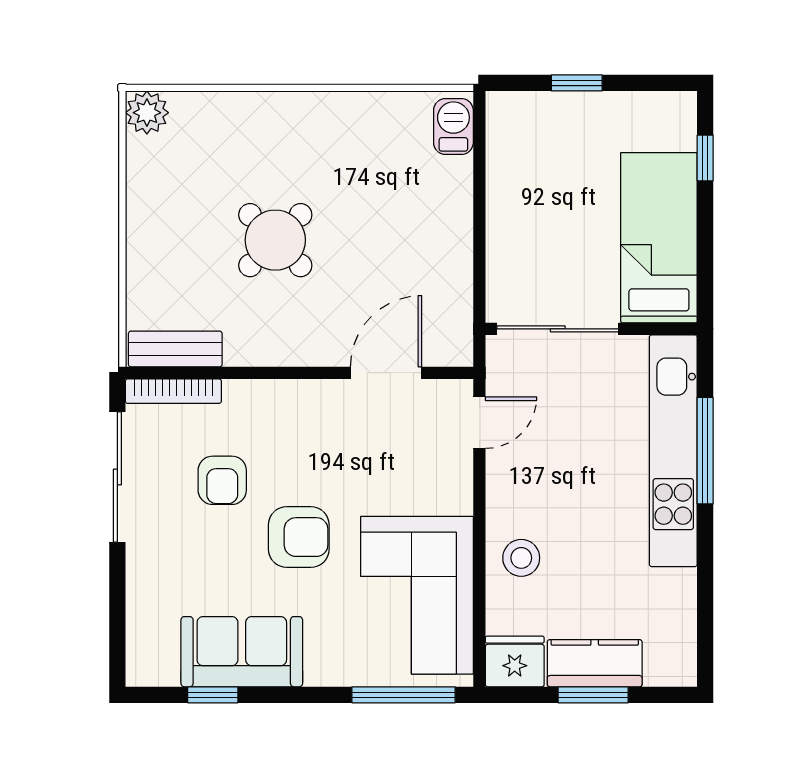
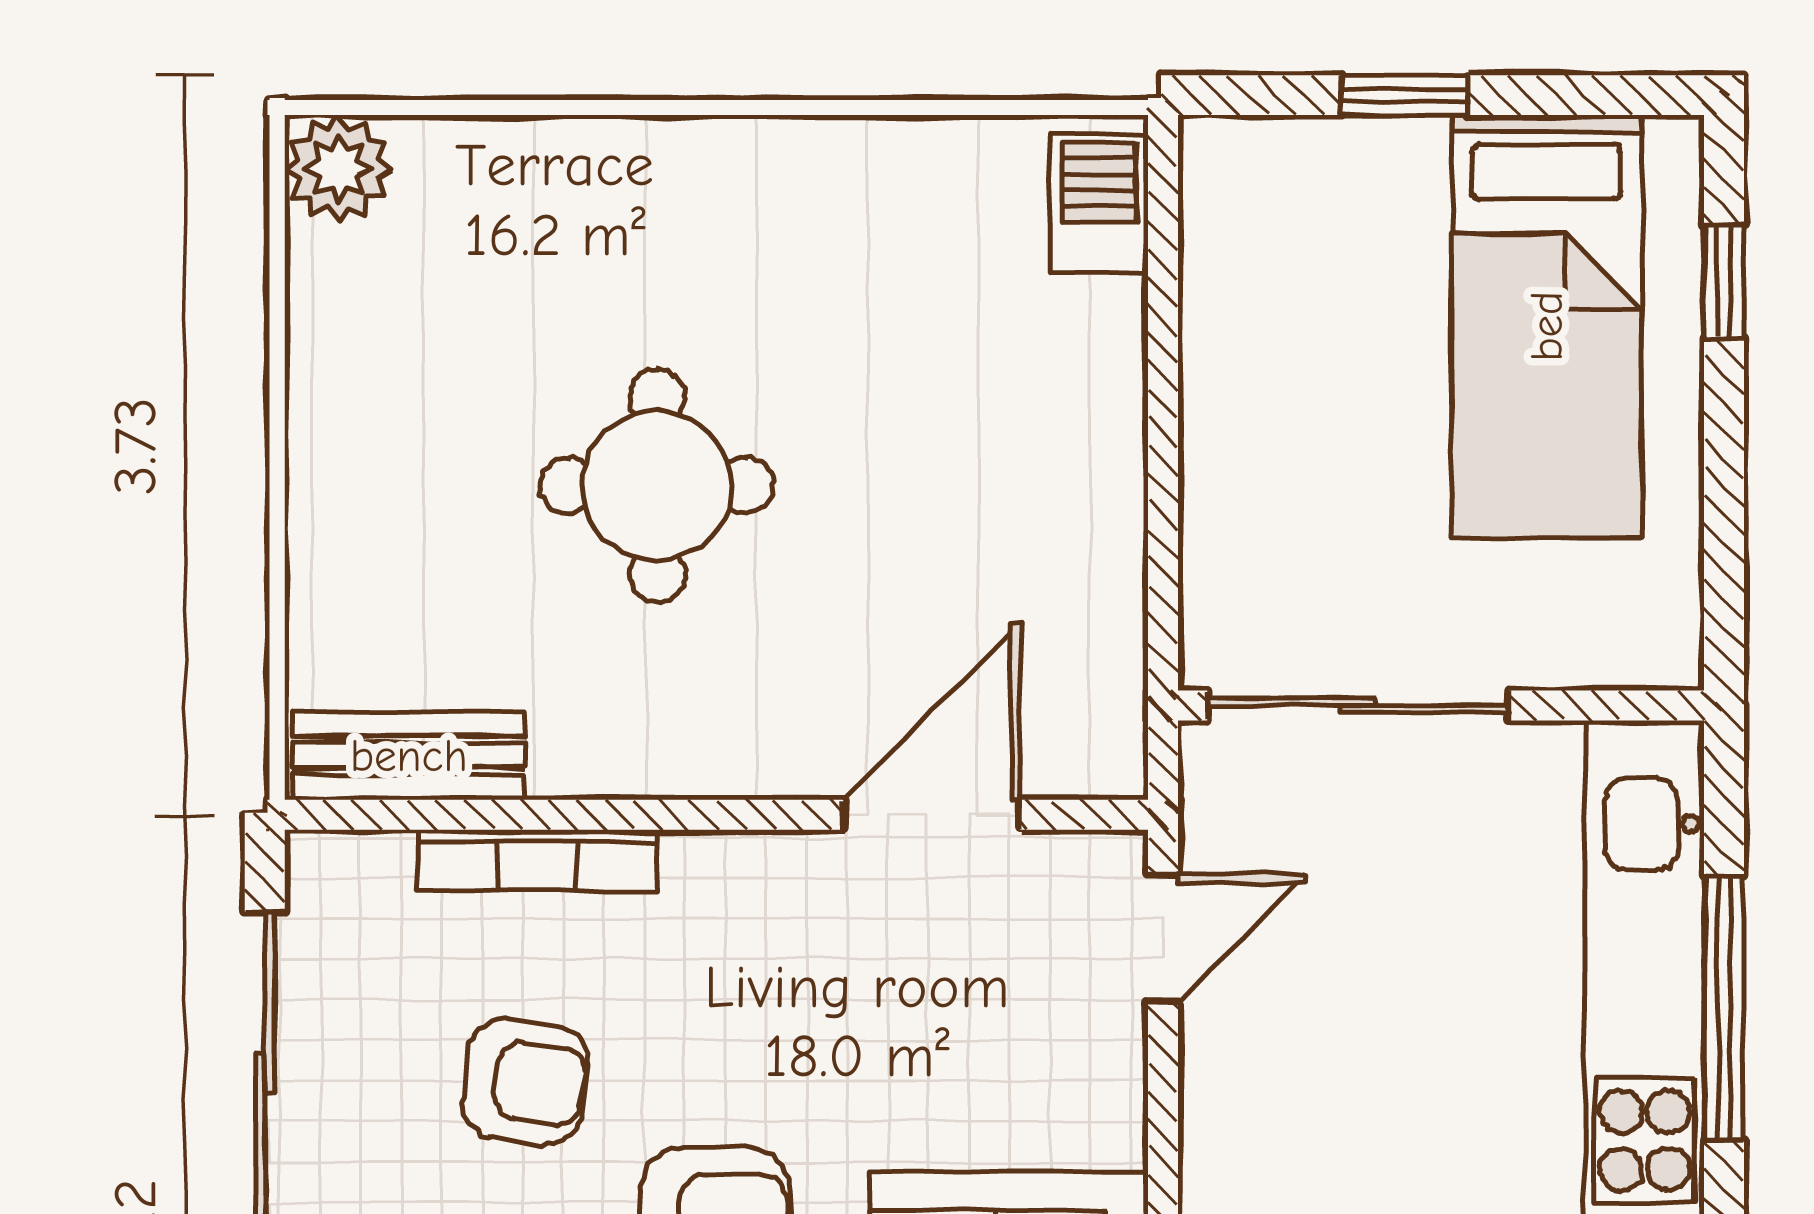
bed: (659, 238) -> (1547, 326), moved, turned 180
round table: (275, 240) -> (657, 485), turned 45
bookcase: (173, 391) -> (537, 860), moved
armchair: (222, 480) -> (525, 1081), turned -82

